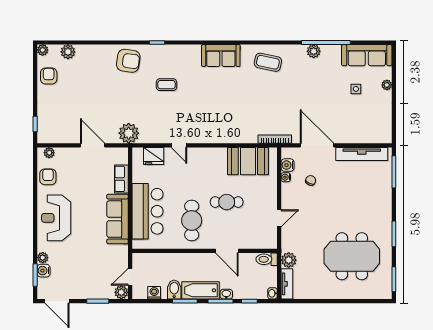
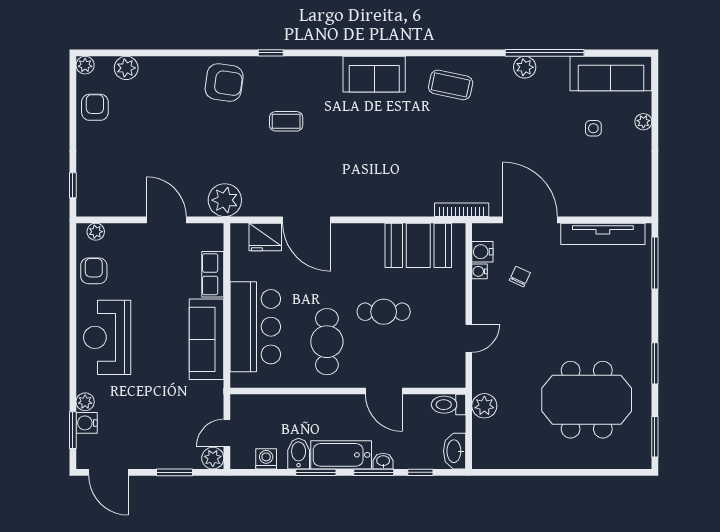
door: (179, 145) -> (306, 220), width x1.87
tv unit: (287, 284) -> (481, 444), removed
washbasin: (272, 293) -> (455, 451), width x1.91, depth x1.45

